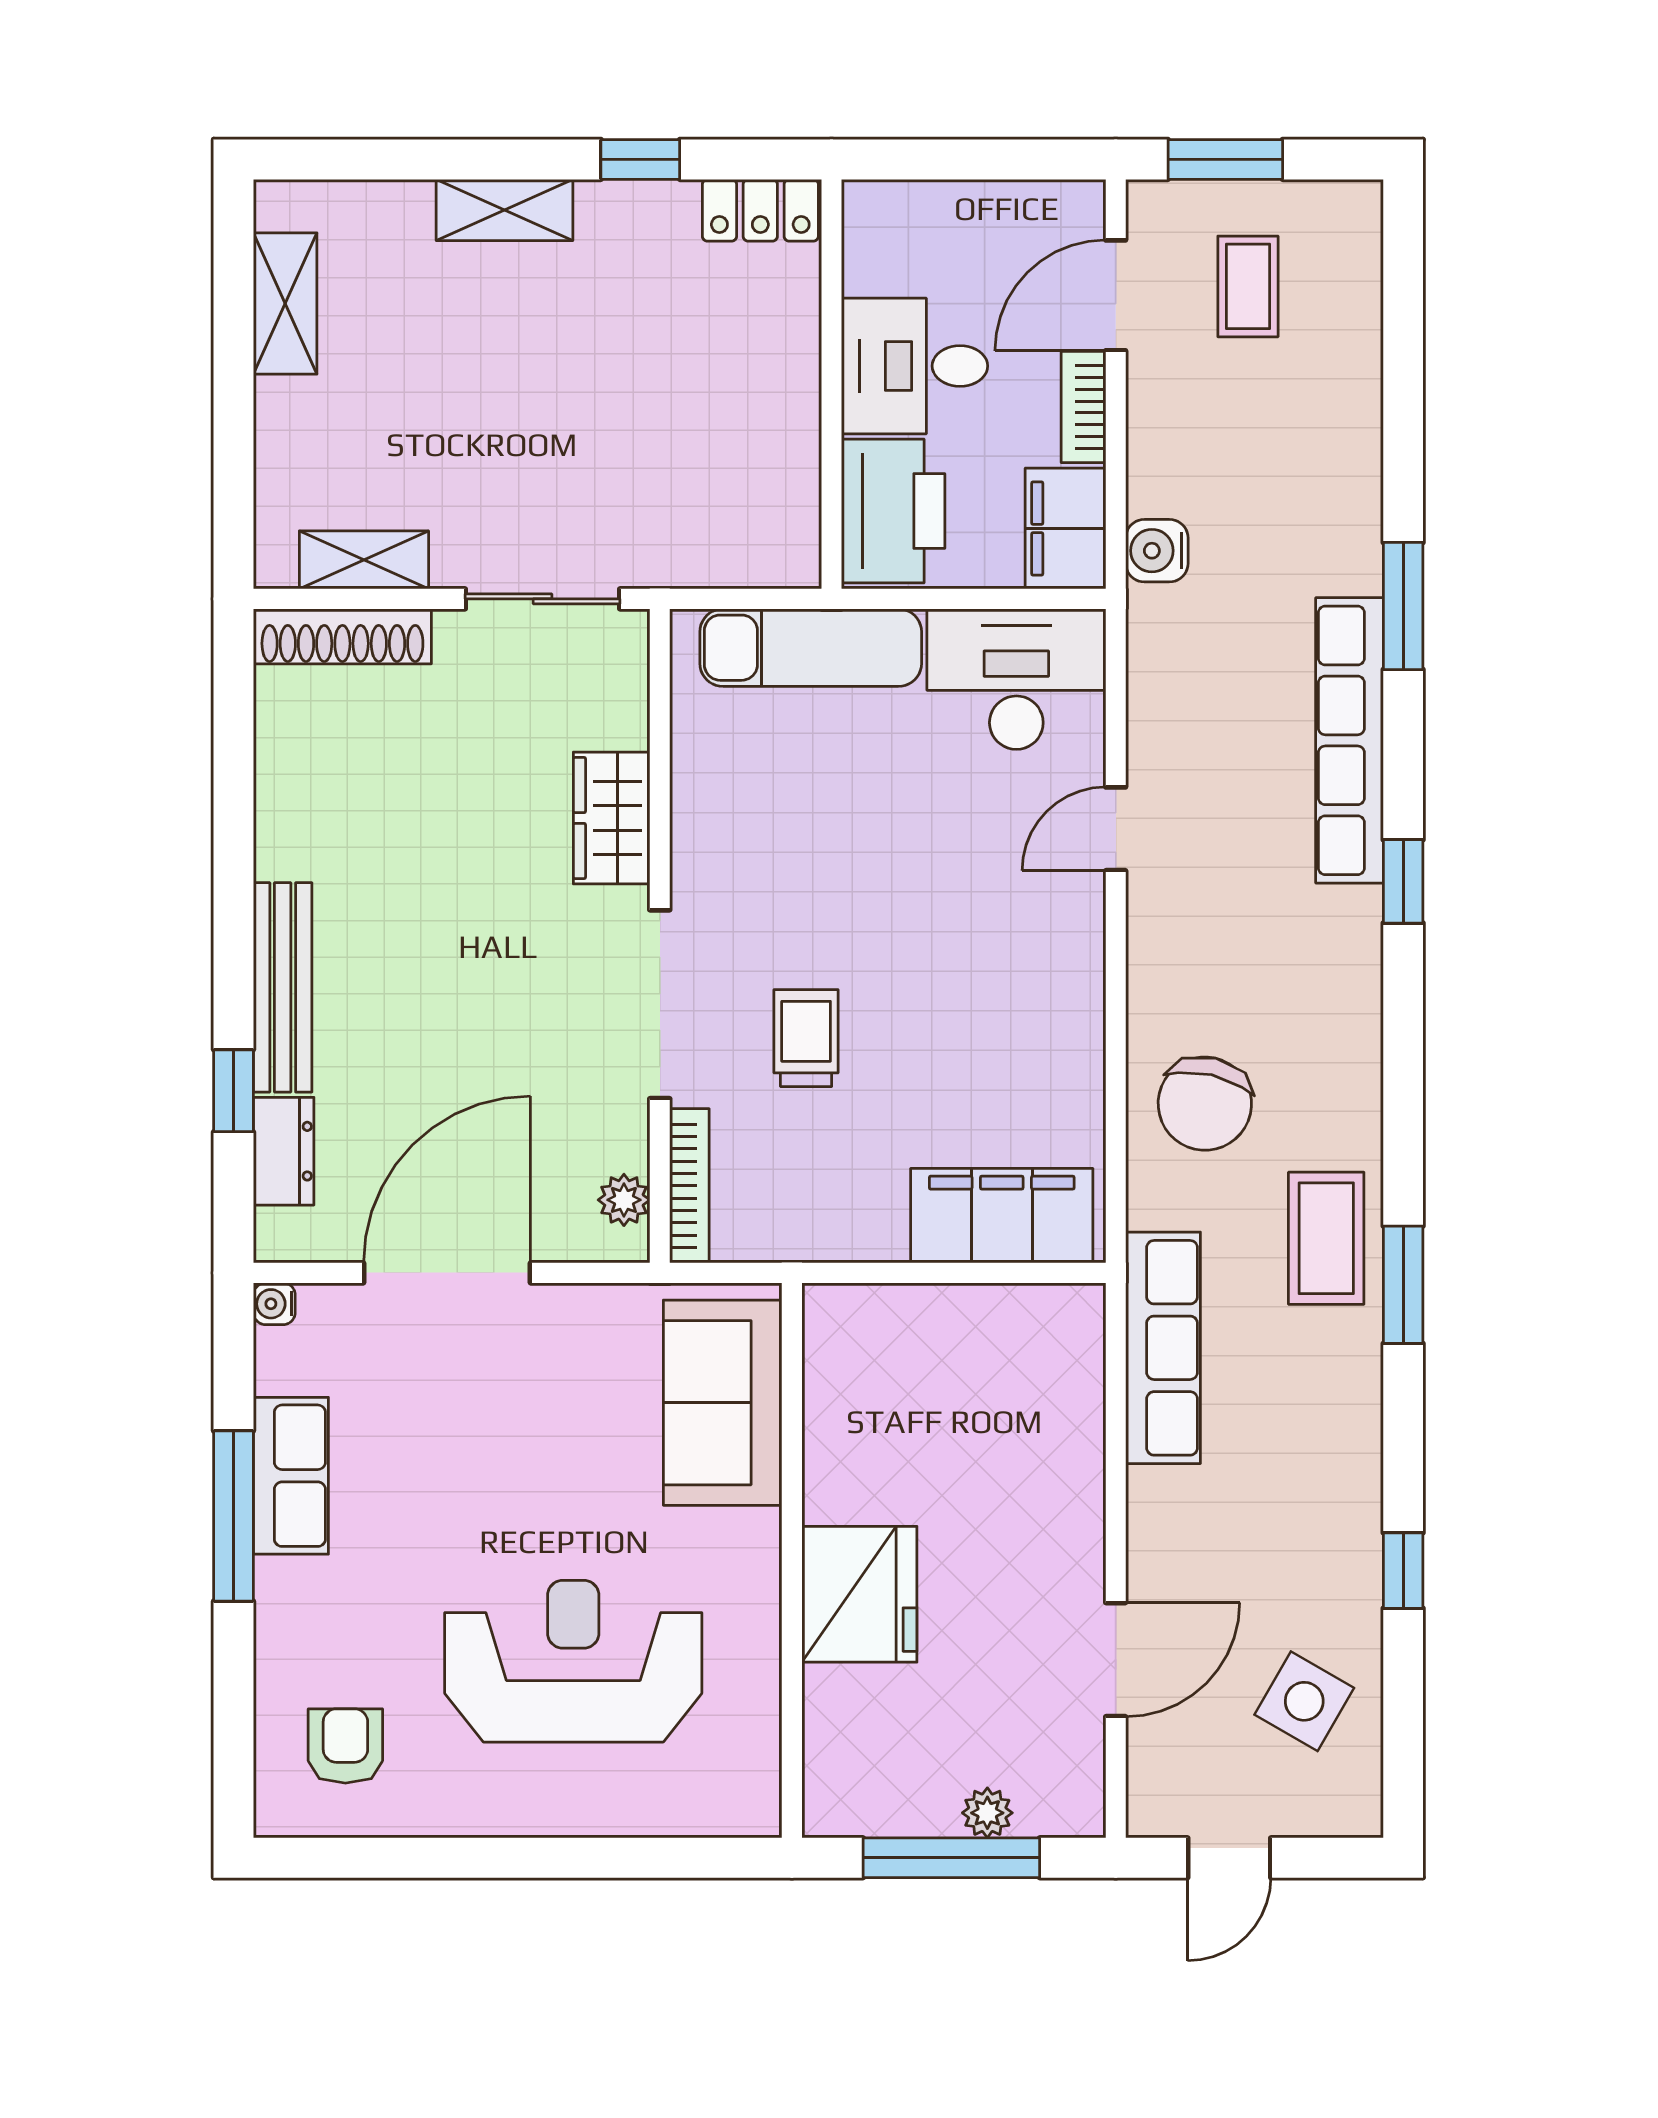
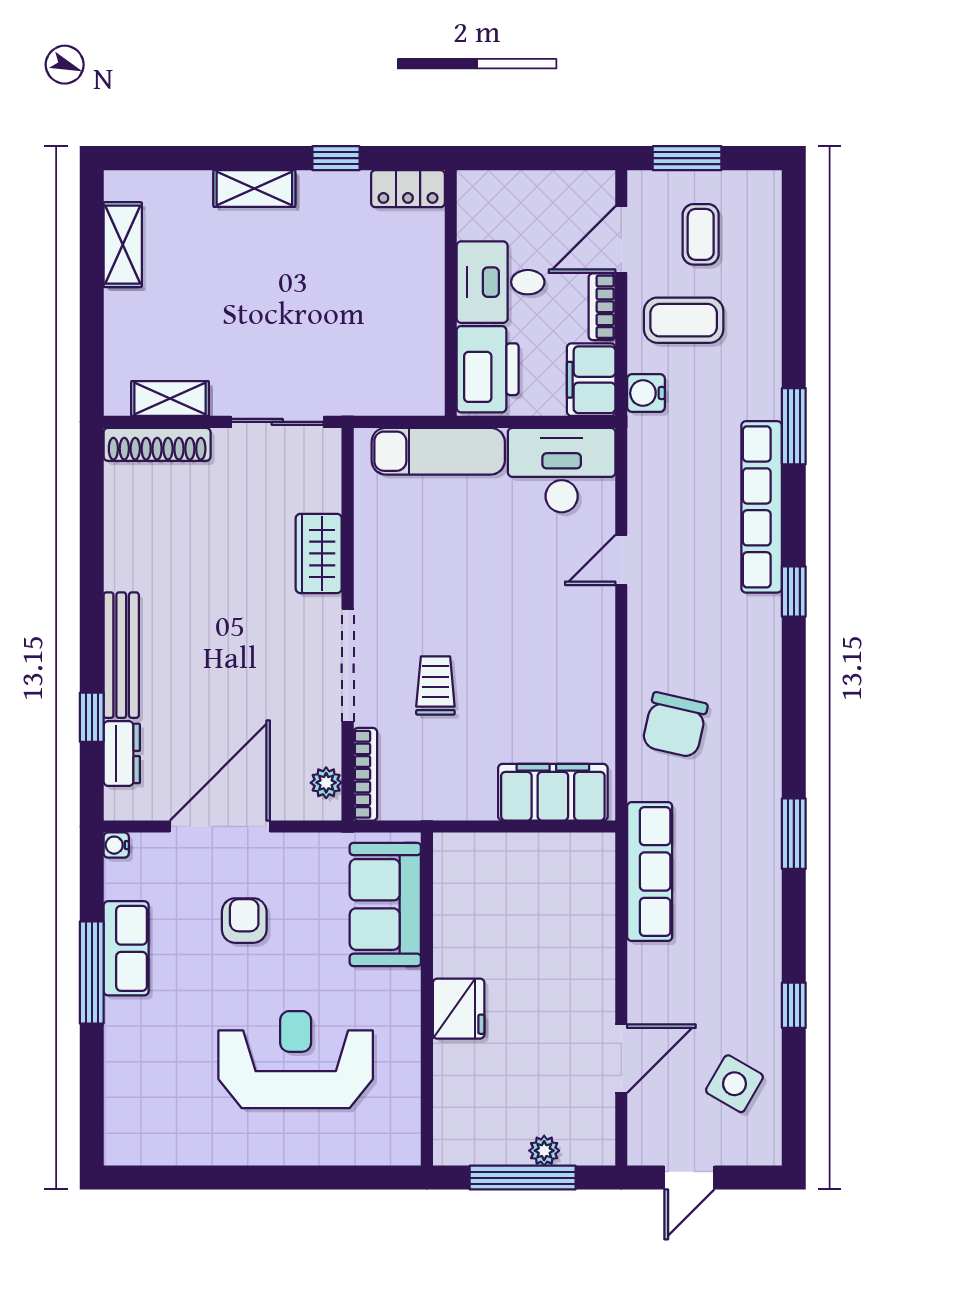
coffee table: (1326, 1238) -> (684, 320), moved, turned 90
fridge: (859, 1594) -> (459, 1009), width x0.73, depth x0.75
armchair: (345, 1746) -> (244, 921), moved

